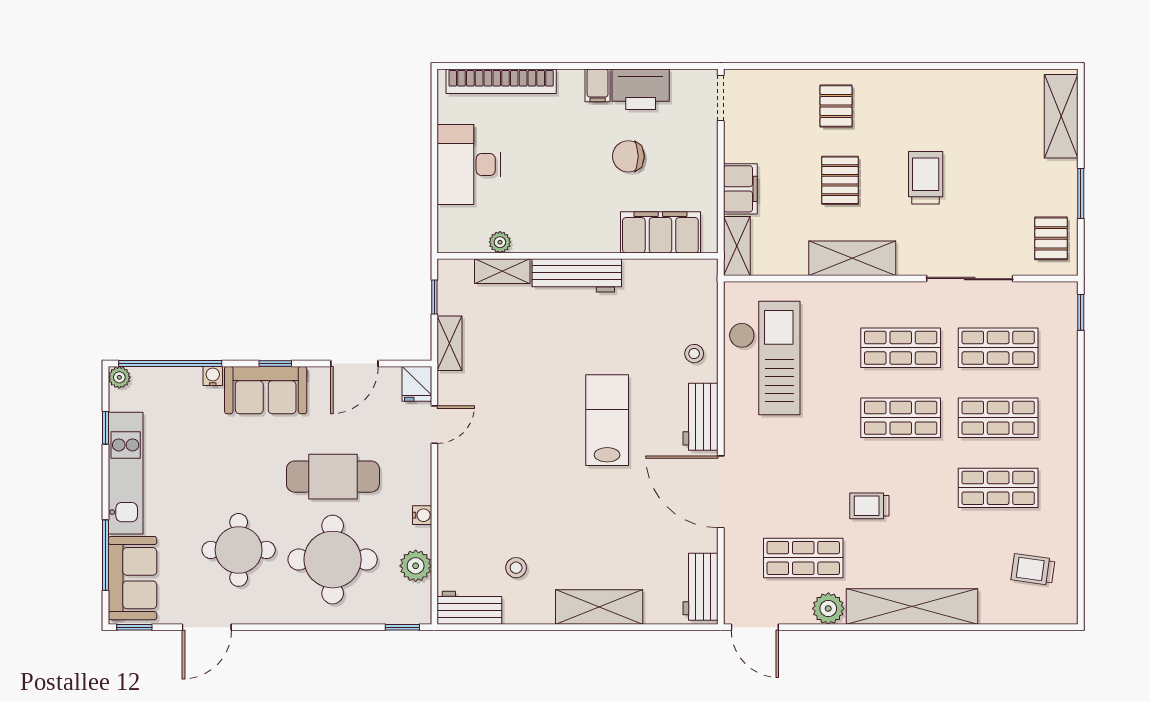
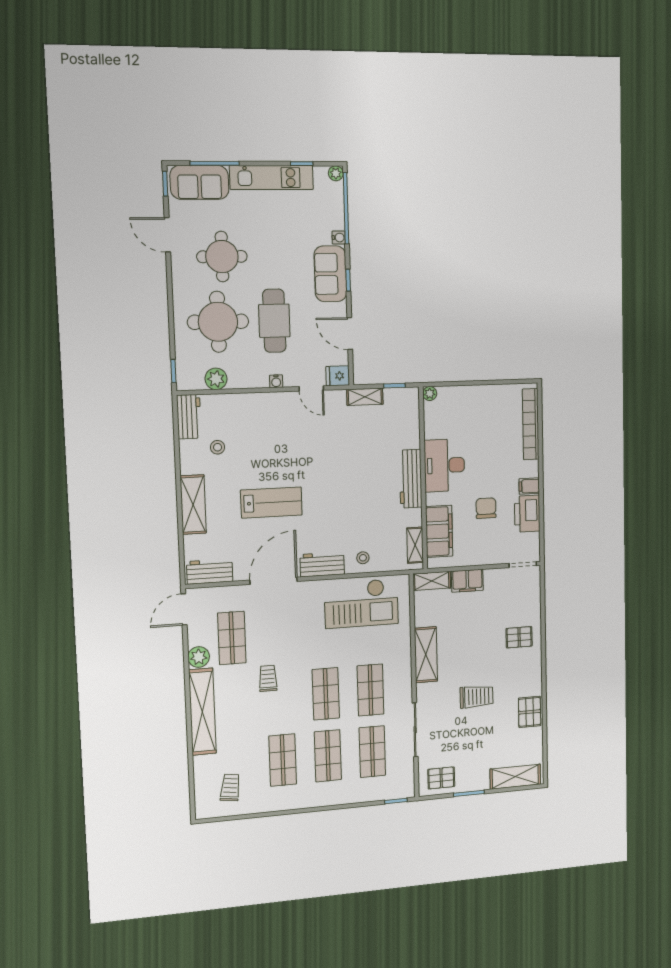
desk: (469, 164) -> (444, 465), moved, turned -90
pallet: (840, 180) -> (530, 712), moved, turned 90
plant: (500, 242) -> (430, 394), moved
shelving: (502, 271) -> (415, 545), moved
lab bench: (607, 420) -> (271, 503), moved
water cooler: (422, 515) -> (276, 381), moved

